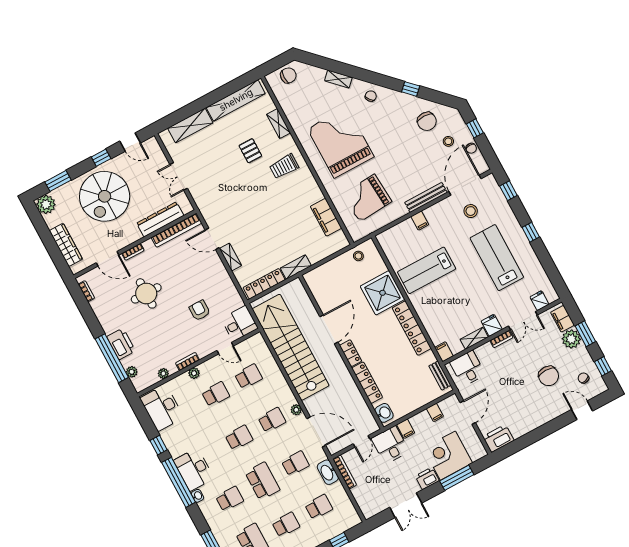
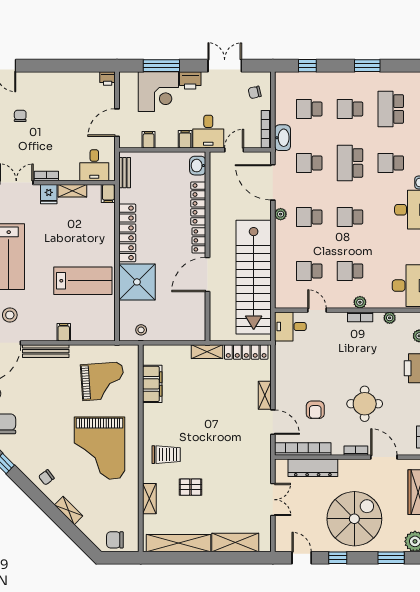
pallet: (250, 151) -> (191, 487), turned 90
armchair: (200, 310) -> (315, 410), moved
chair: (549, 376) -> (20, 116), width x0.54, depth x0.54
printer: (498, 438) -> (108, 78), width x0.53, depth x0.68
chair: (370, 497) -> (255, 92), added

